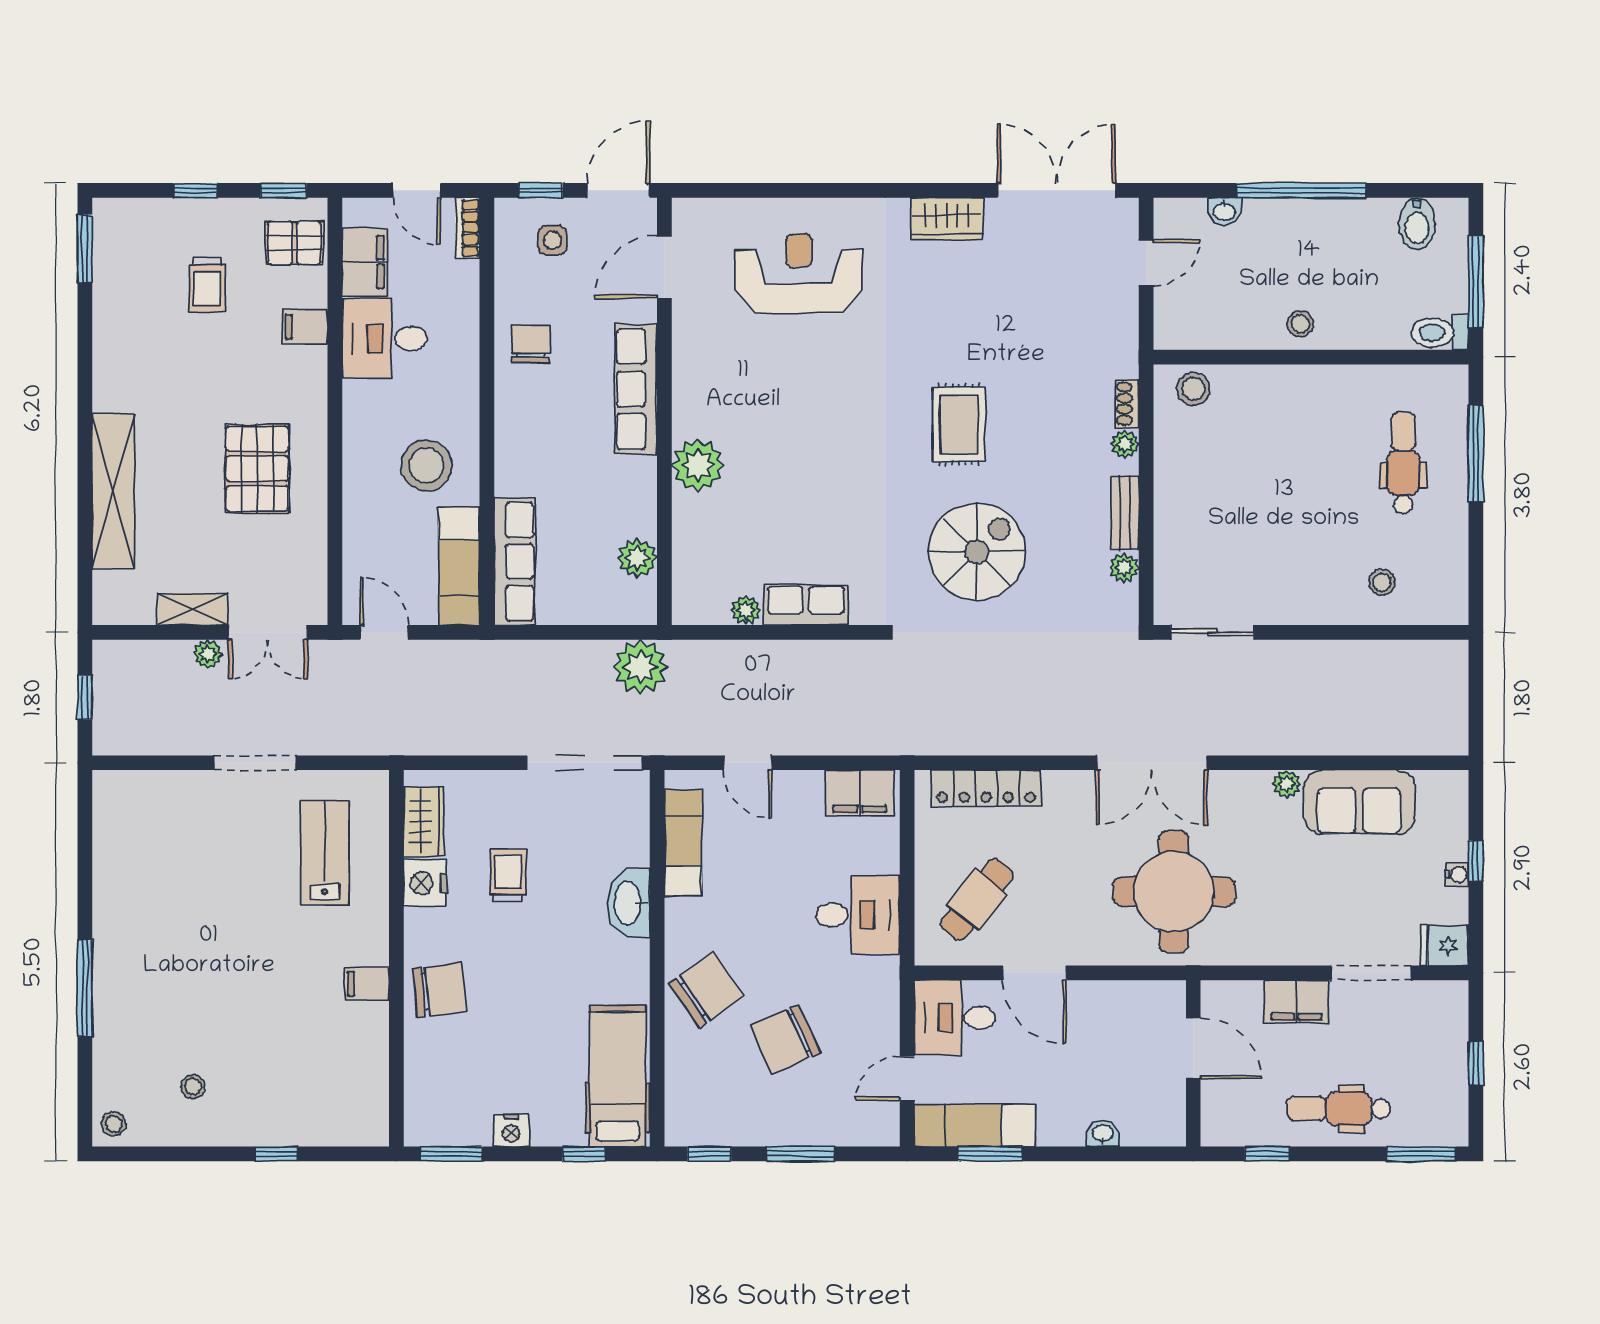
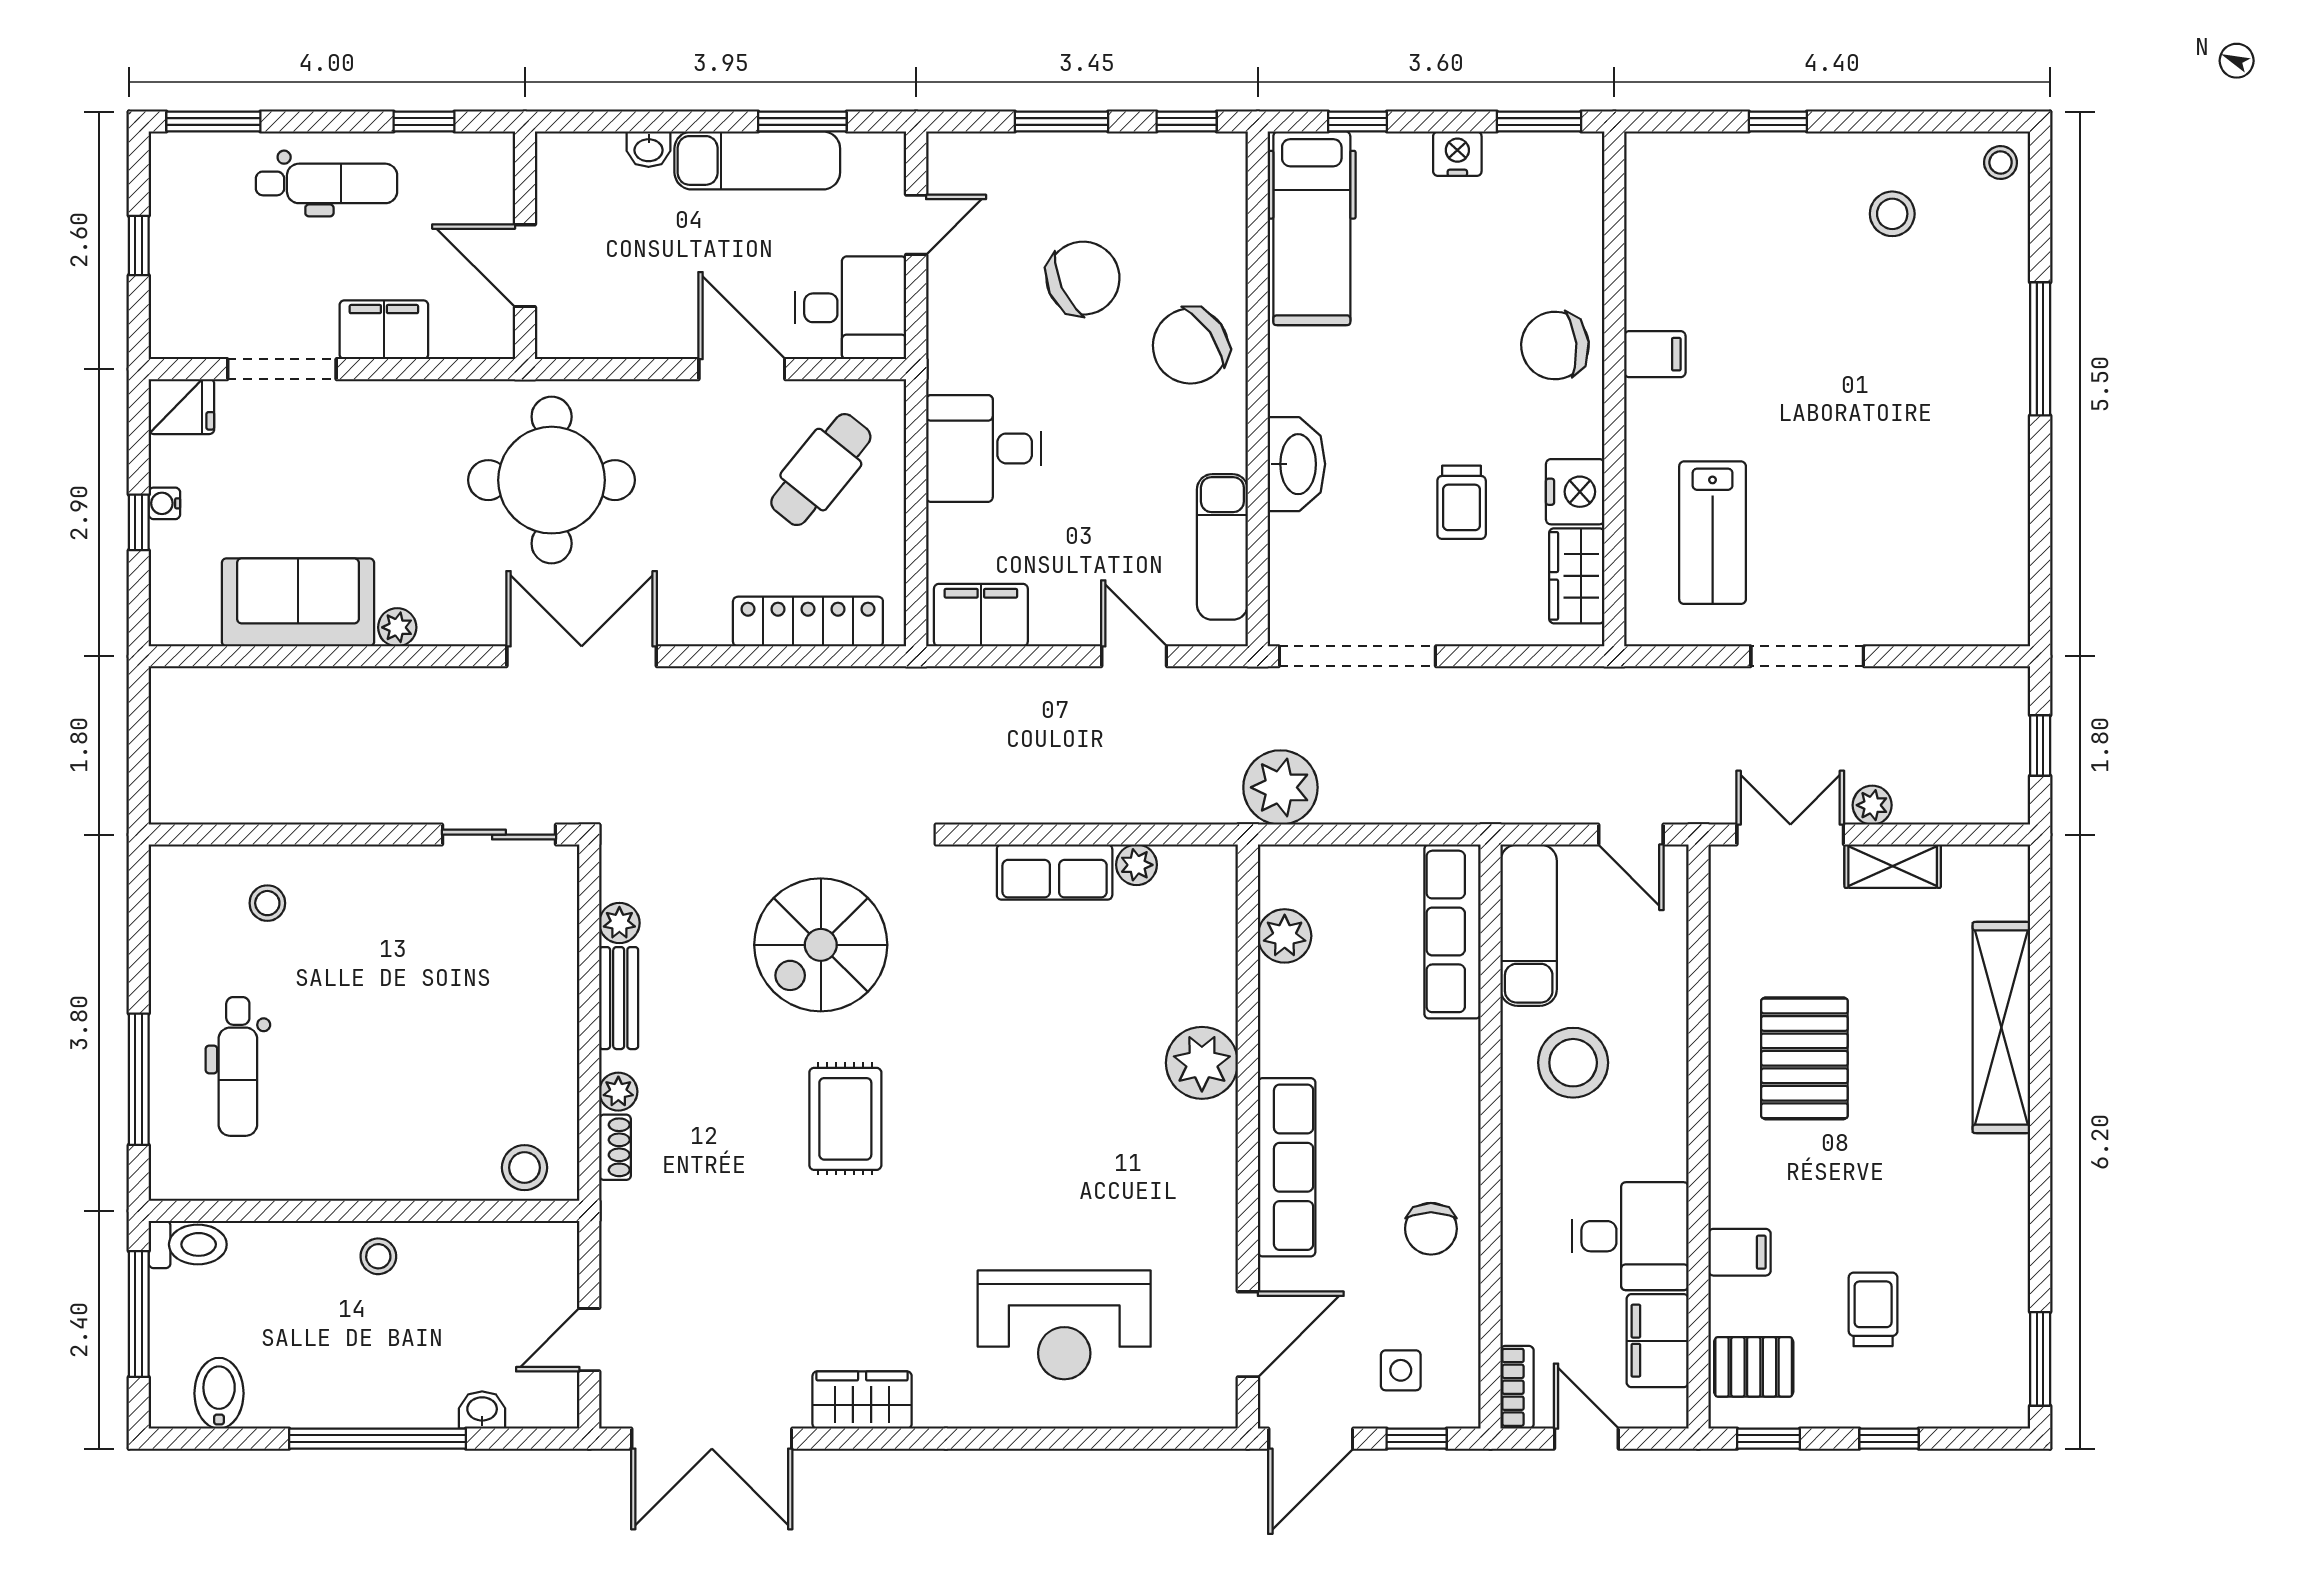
stool: (193, 1086) -> (1892, 214), width x1.37, depth x1.37
exam couch: (975, 1125) -> (757, 160), moved

